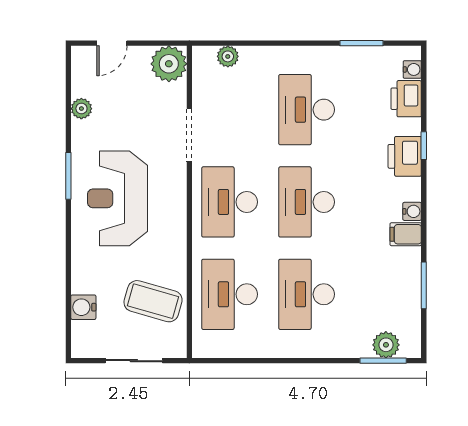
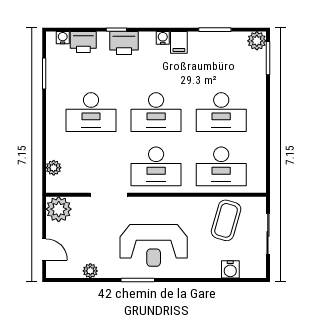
plant: (386, 345) -> (257, 41), moved

